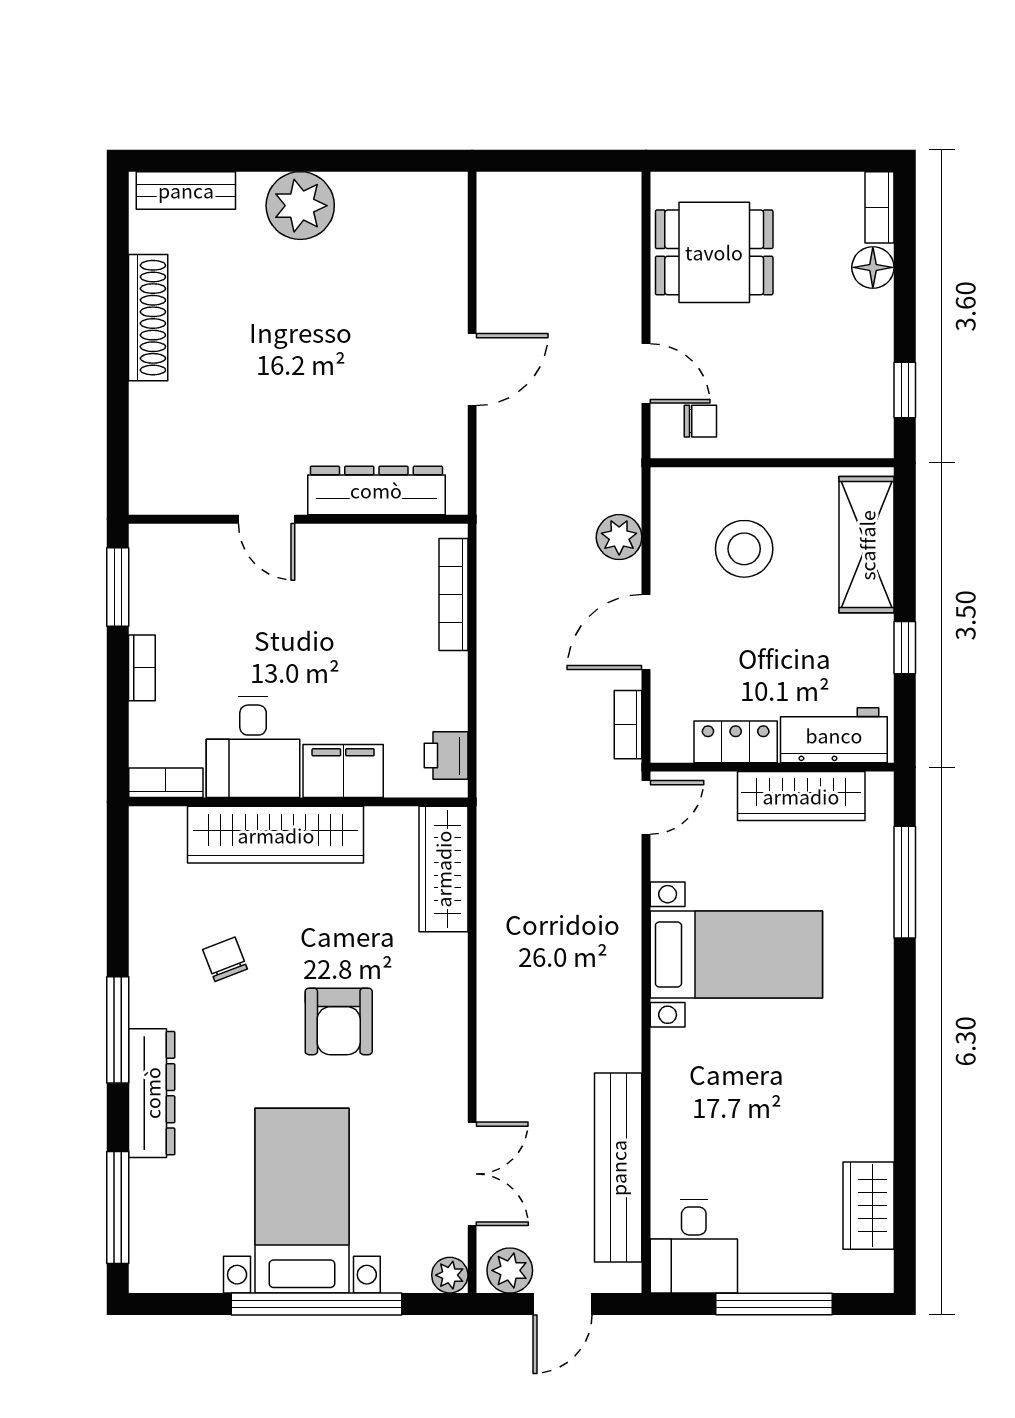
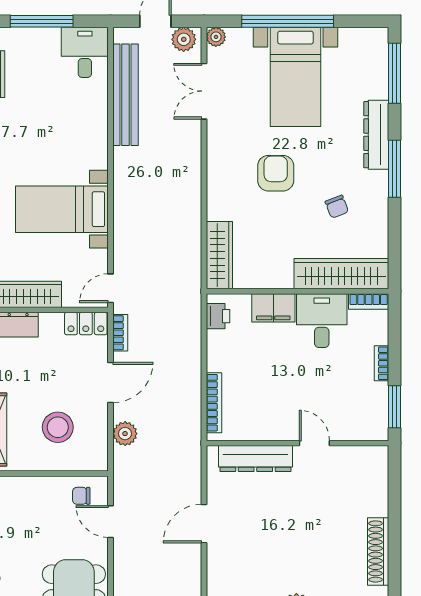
locker: (736, 742) -> (86, 324), moved
wardrobe: (276, 835) -> (341, 274), moved

